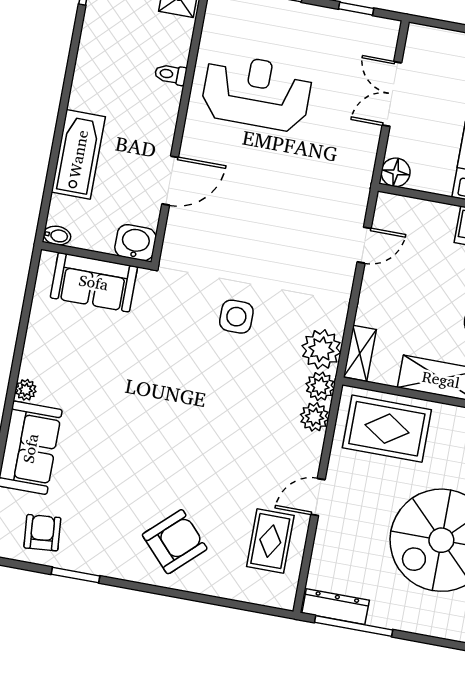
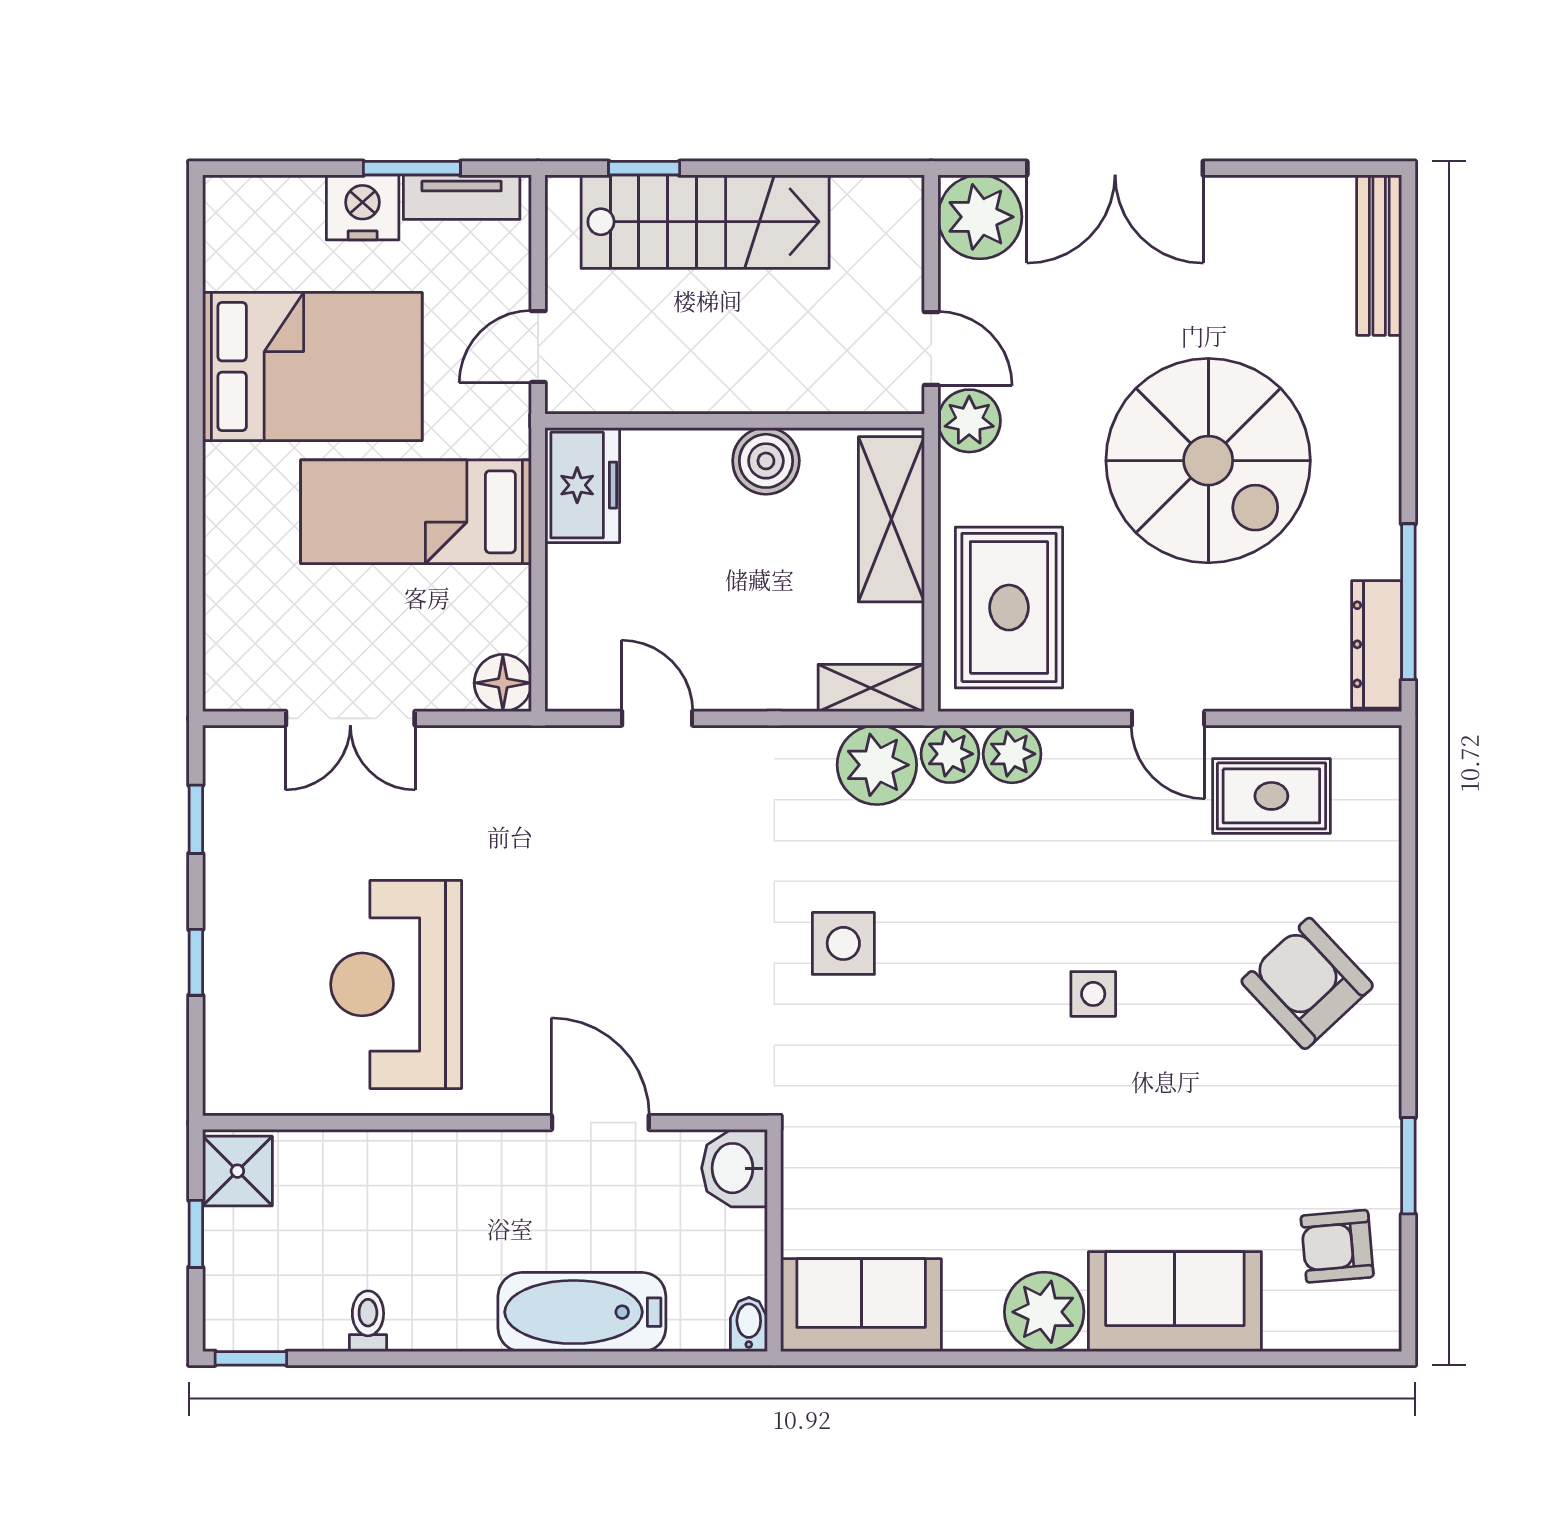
toilet: (171, 74) -> (368, 1321), moved, turned 180
sofa: (94, 282) -> (861, 1305), moved, turned -90
plant: (26, 390) -> (1044, 1312), width x1.88, depth x1.88
side table: (189, 435) -> (1093, 994), added

